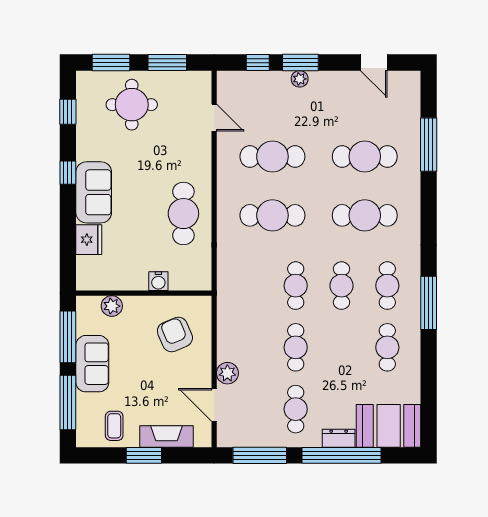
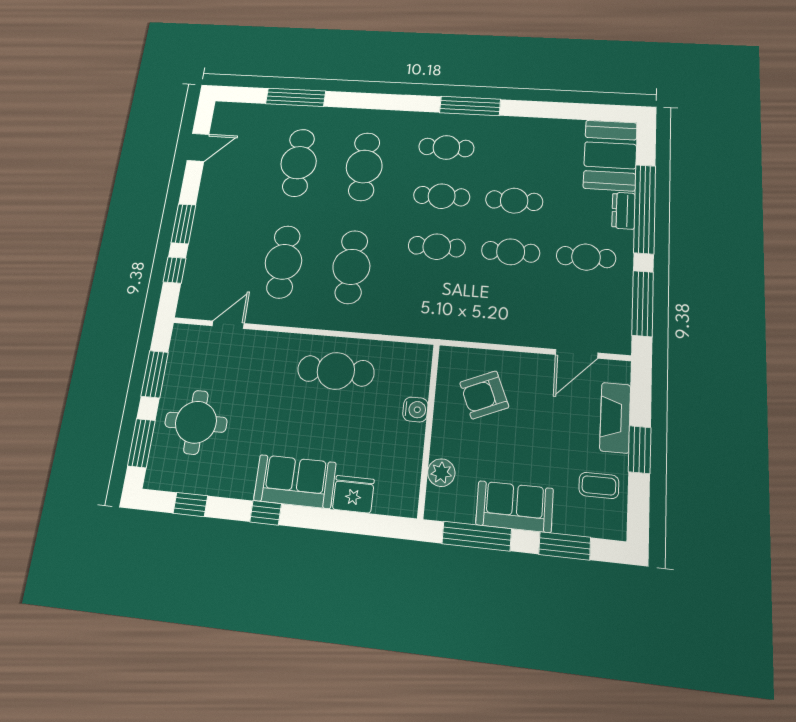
plant: (300, 79) -> (201, 226), removed
cafe table: (387, 347) -> (514, 201), moved
plant: (227, 373) -> (537, 334), removed
window: (68, 402) -> (565, 546), width x0.69

